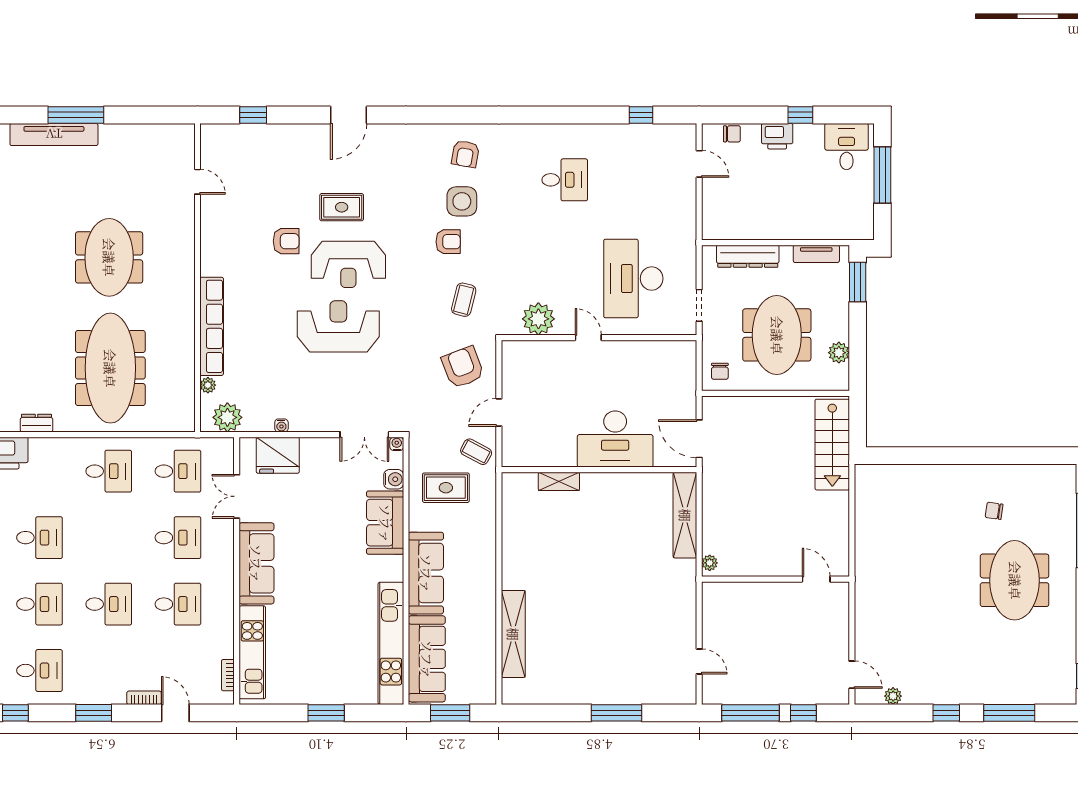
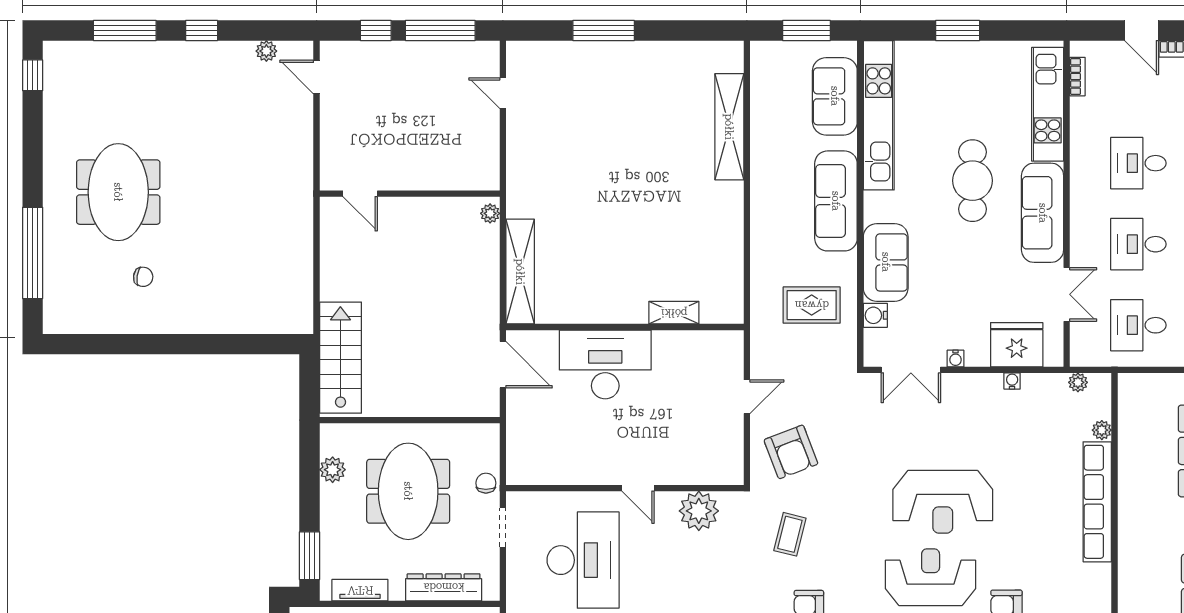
chair: (720, 371) -> (486, 483), moved
plant: (227, 417) -> (1078, 382), width x0.53, depth x0.53
double door: (364, 435) -> (911, 370), swing flipped
water cooler: (397, 444) -> (956, 358), moved
coffee table: (476, 452) -> (775, 349), removed
cafe table: (314, 590) -> (972, 181), added
sofa: (427, 659) -> (835, 96), width x0.73

